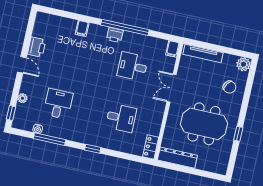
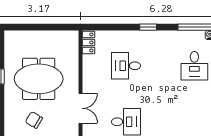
chair: (229, 87) -> (34, 120), moved
dresser: (177, 158) -> (58, 38), removed

